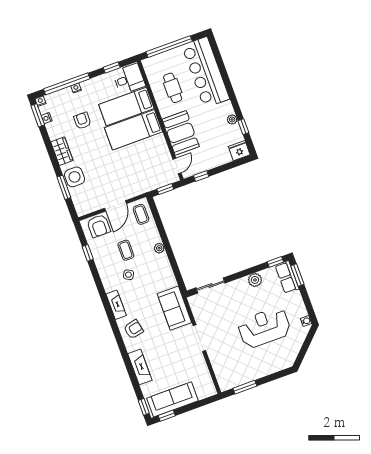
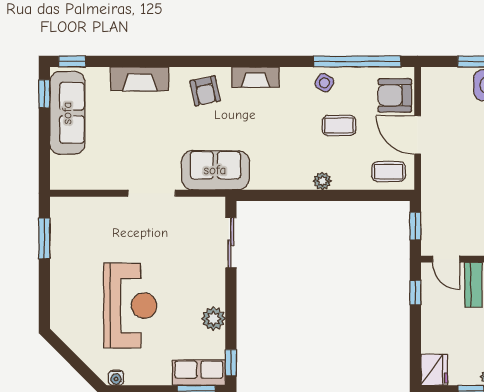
window: (88, 253) -> (357, 61), width x3.17
side table: (128, 275) -> (324, 83), moved

